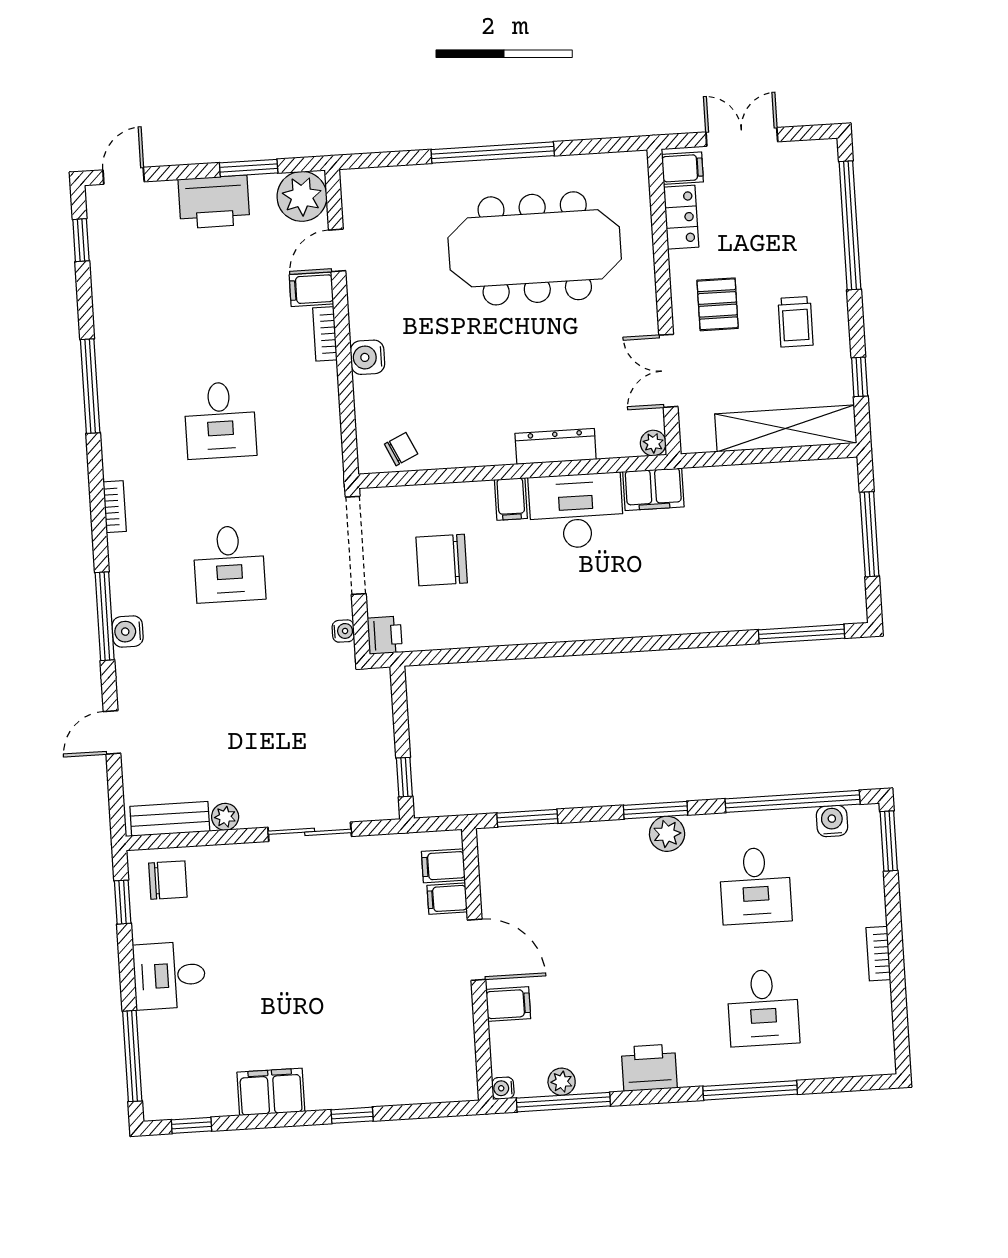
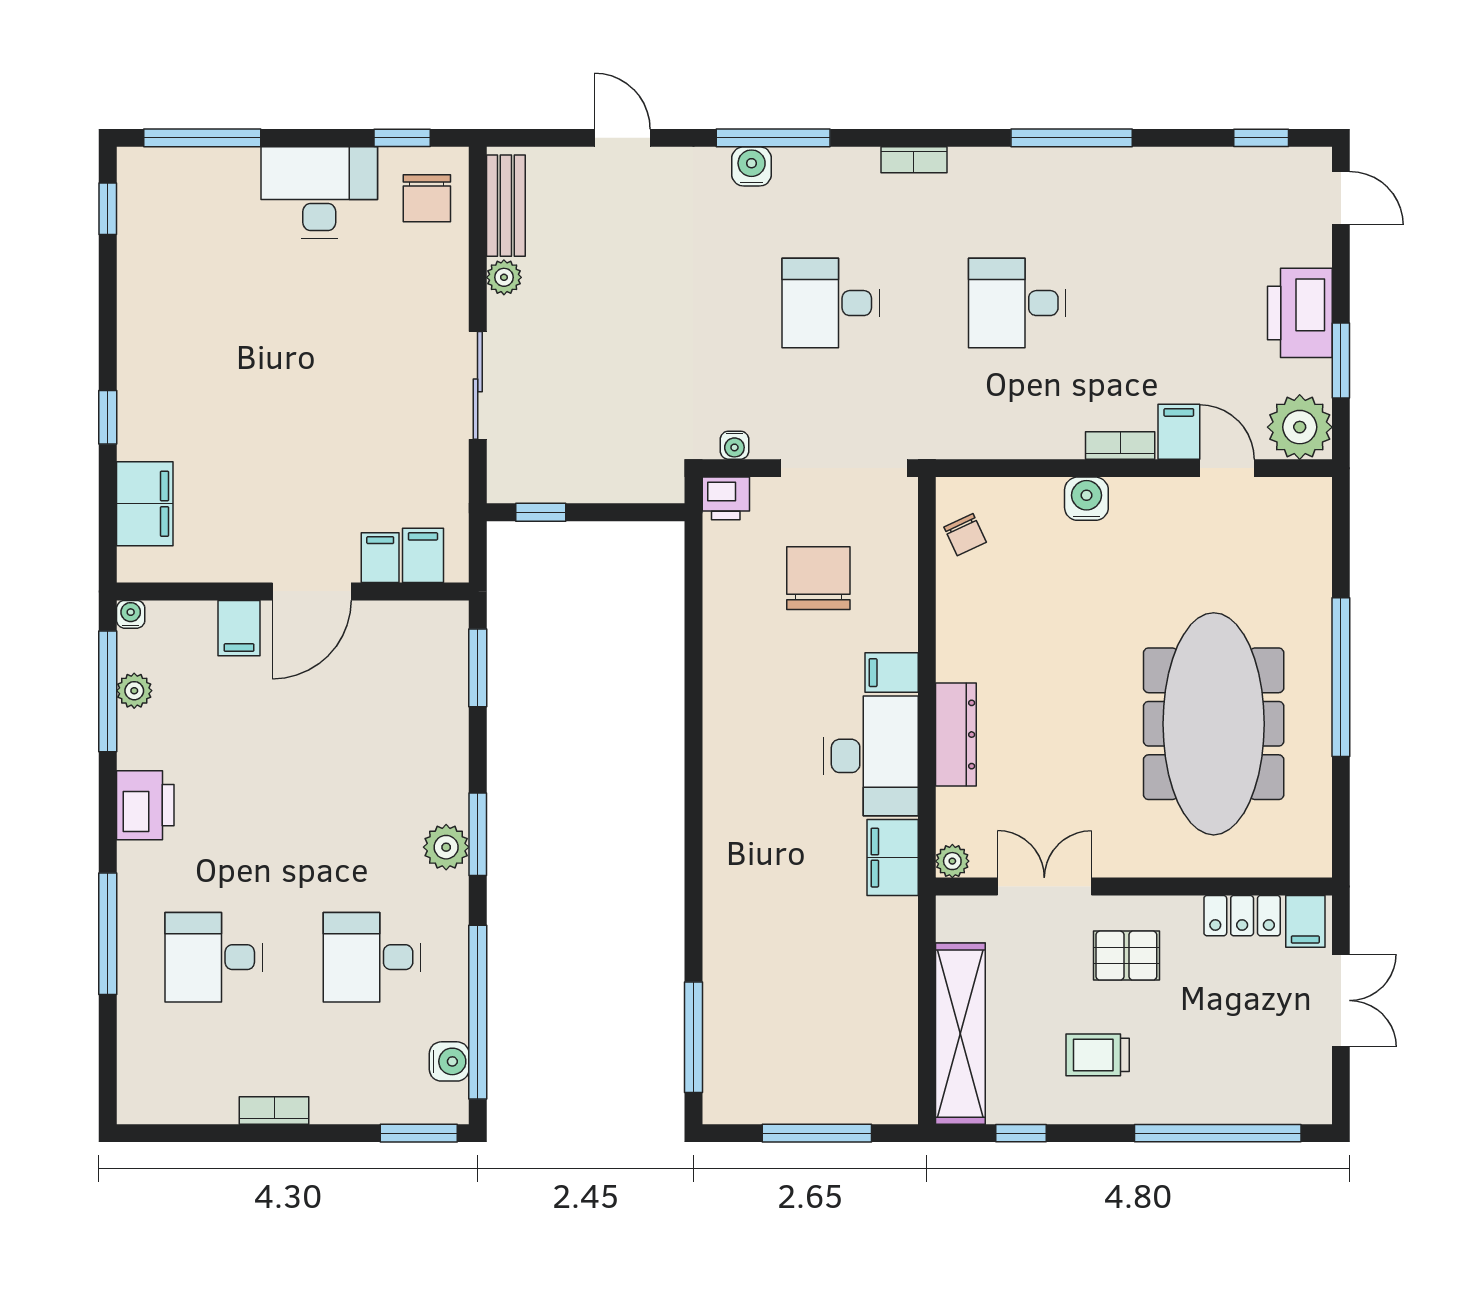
desk: (169, 975) -> (319, 192), width x1.37
filing cabinet: (271, 1092) -> (145, 504), moved

